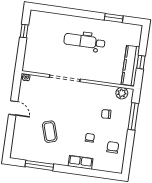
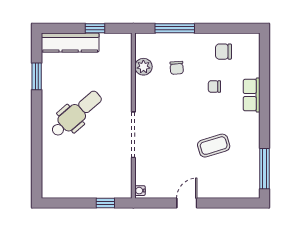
window: (24, 31) -> (105, 203), moved
dental chair: (84, 41) -> (76, 114), turned -131
kitchen counter: (130, 66) -> (70, 43), moved
plant: (122, 93) -> (143, 67), moved
window: (39, 165) -> (264, 169), moved

